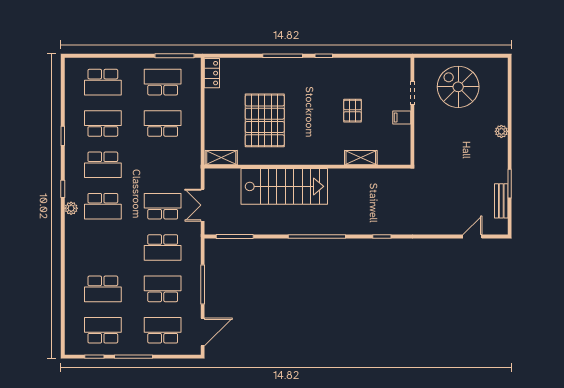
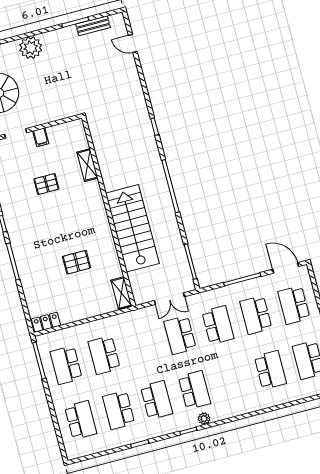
pallet: (265, 120) -> (77, 262), width x0.49, depth x0.50
plant: (501, 131) -> (31, 48), width x1.88, depth x1.88

